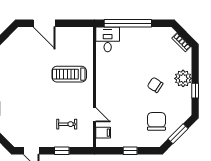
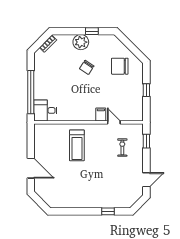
door: (44, 23) -> (31, 168), hinge flipped
door: (95, 115) -> (114, 122), hinge flipped
filing cabinet: (103, 133) -> (101, 114), moved
window: (178, 134) -> (131, 47), removed
window: (62, 151) -> (146, 141), moved

